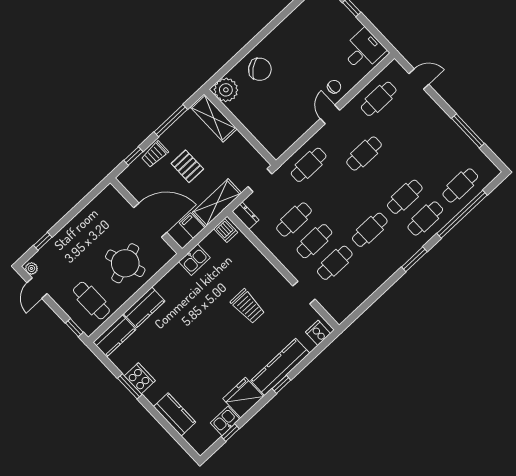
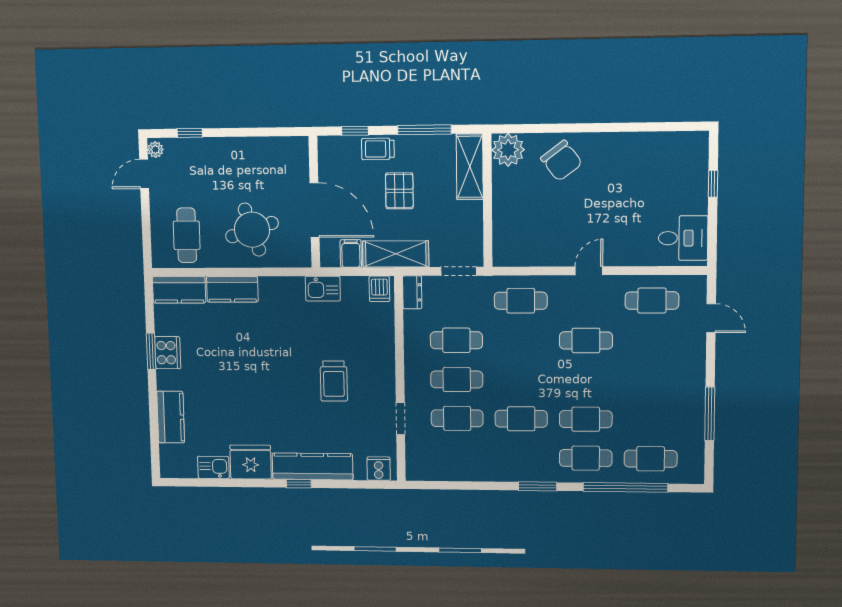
chair: (334, 87) -> (619, 247), removed
window: (74, 328) -> (147, 246), removed
window: (230, 433) -> (209, 483), removed

